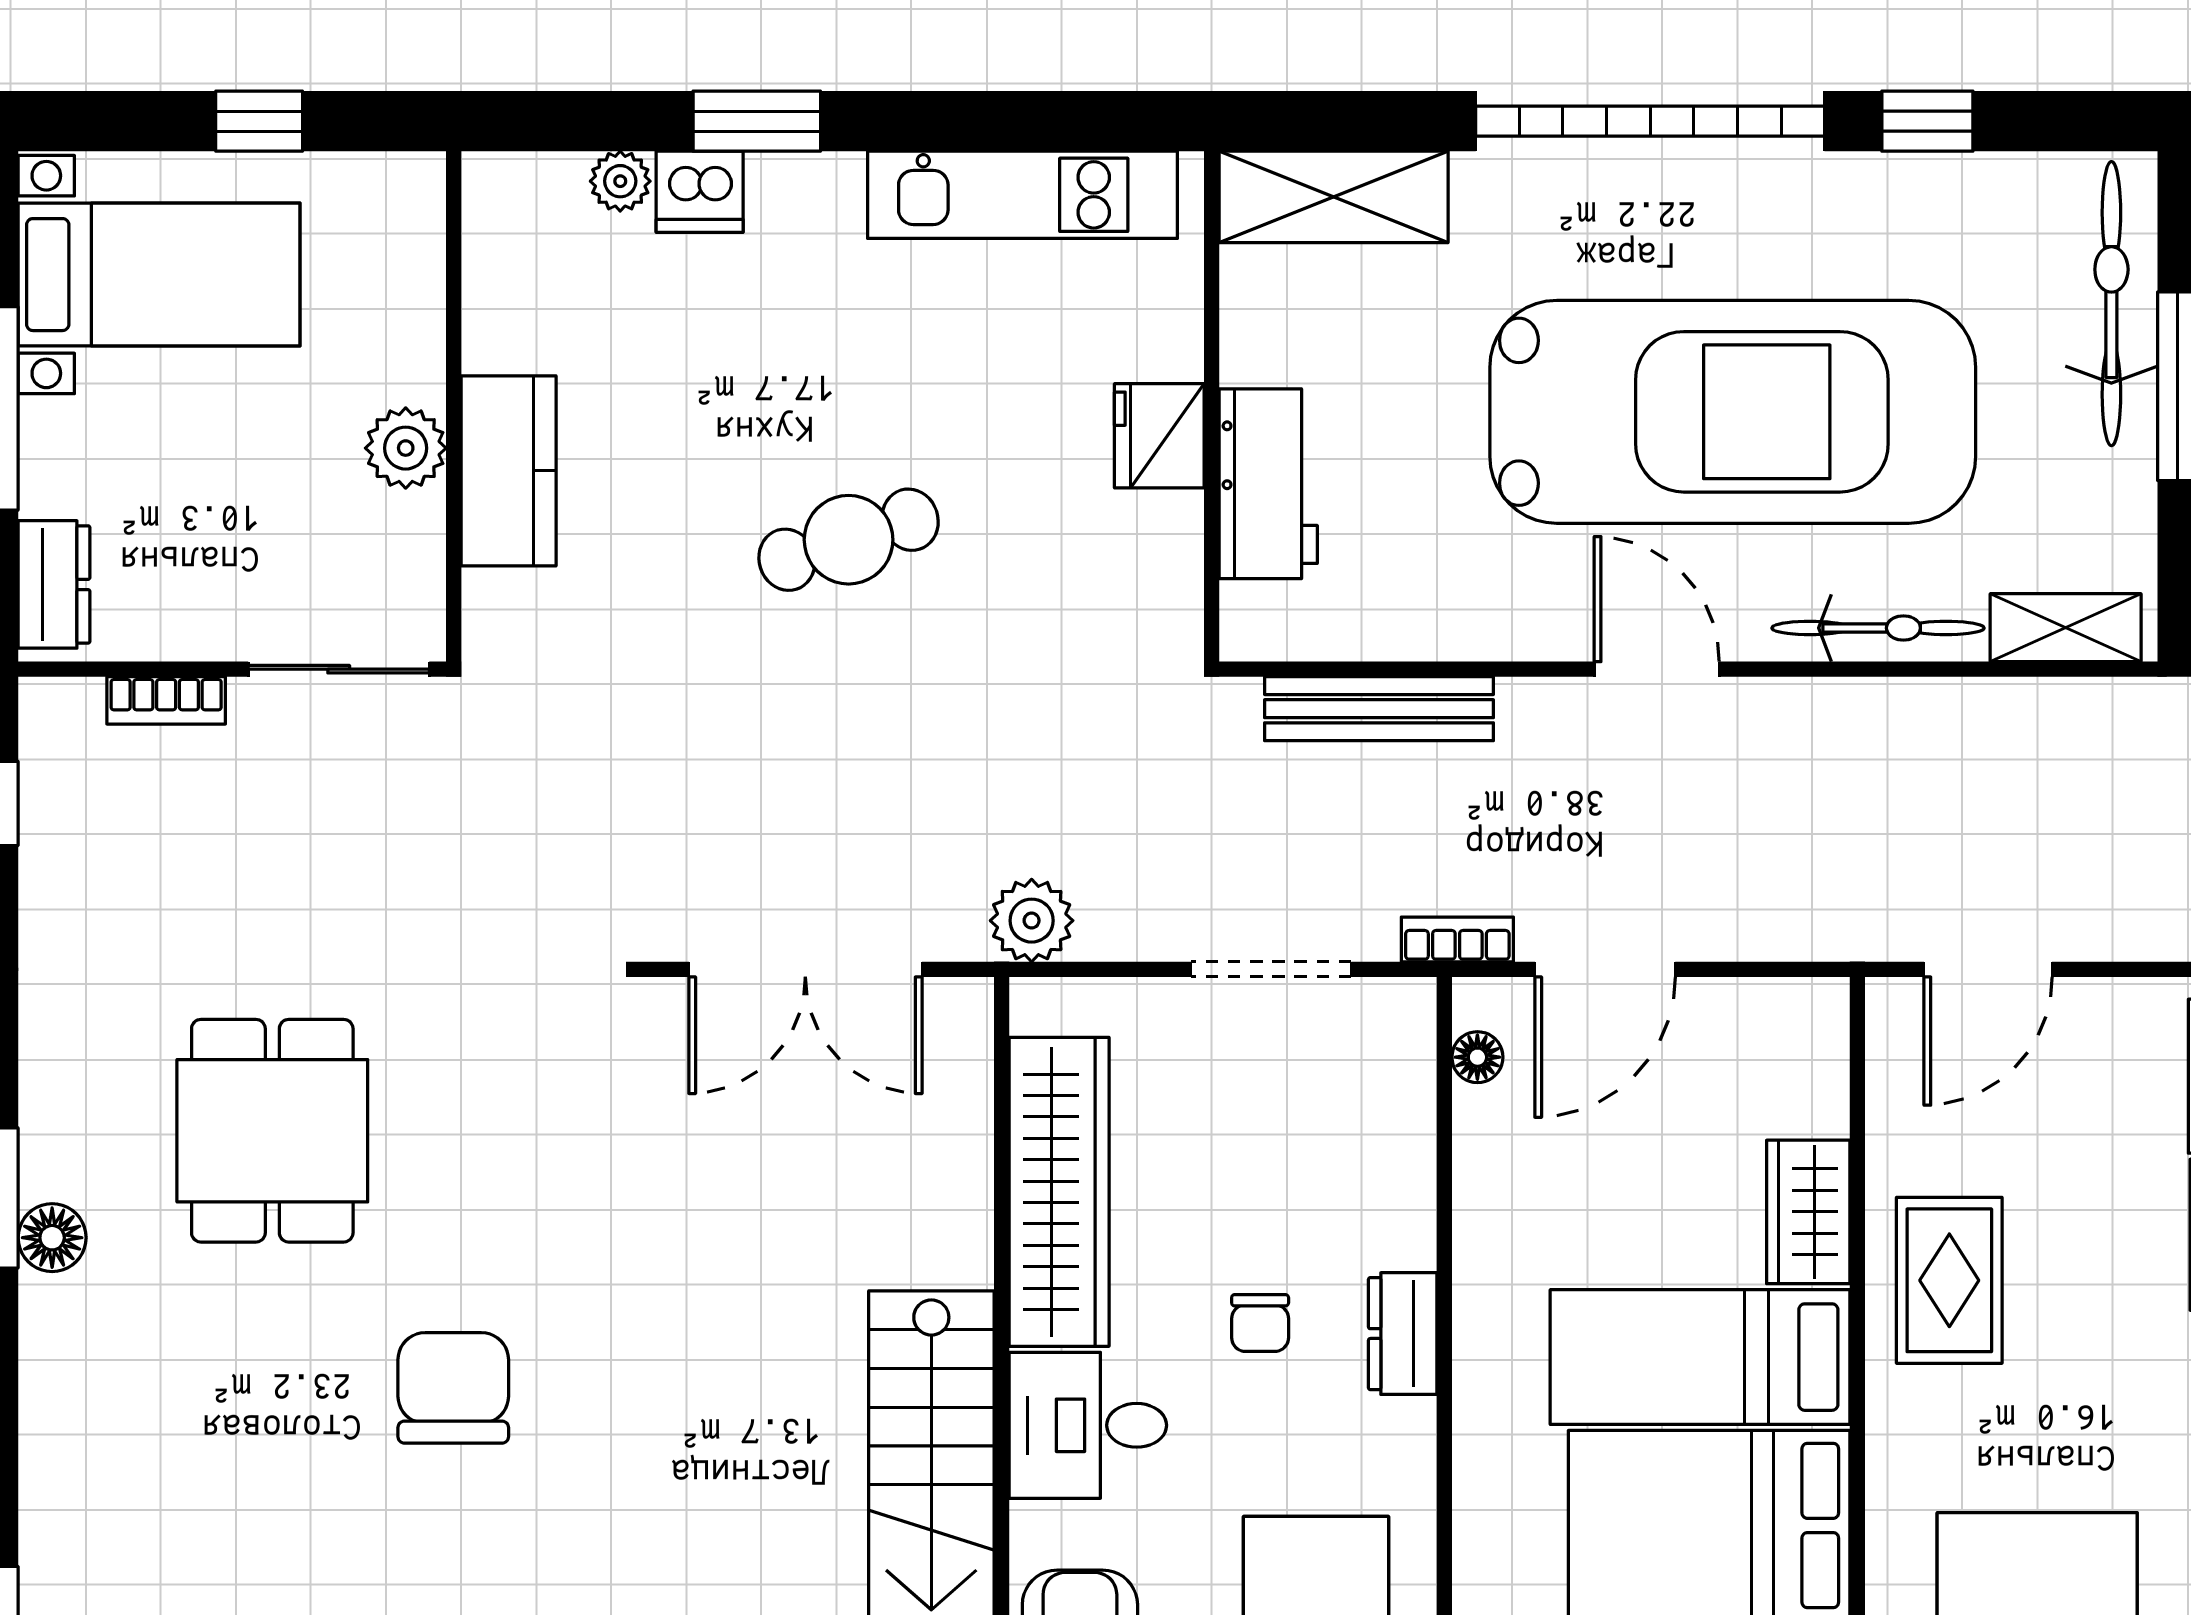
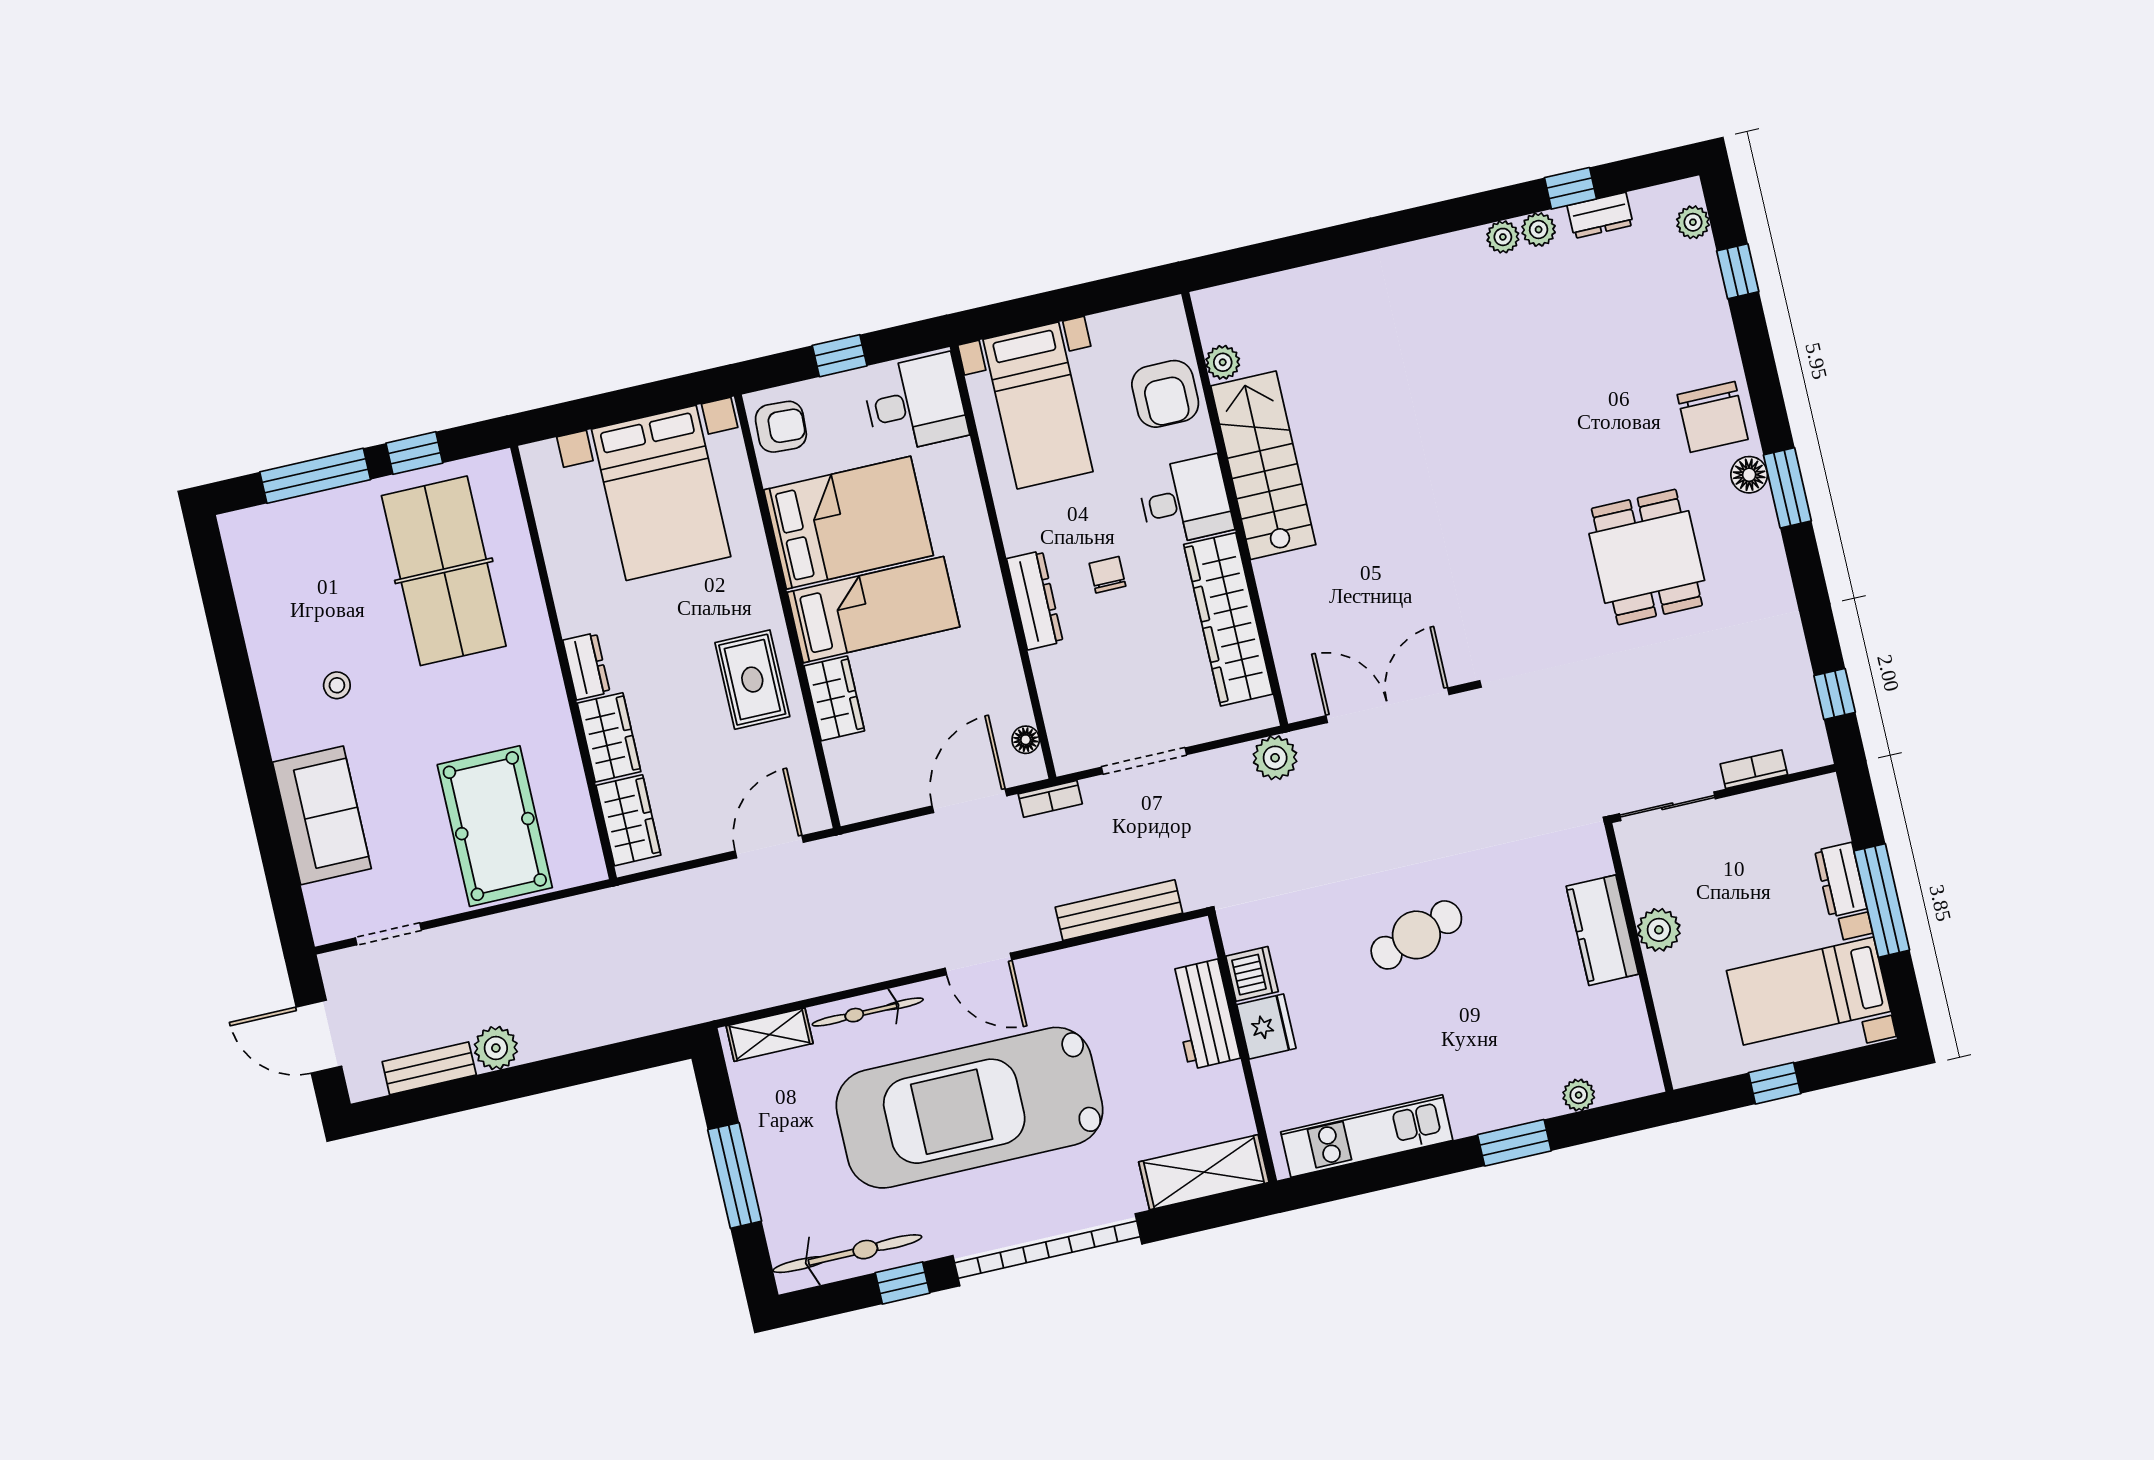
dishwasher: (700, 192) -> (1252, 974), moved, turned 90
bicycle: (2111, 304) -> (847, 1254), moved, turned -90
dresser: (54, 584) -> (1841, 880), moved
dresser: (1403, 1334) -> (1035, 600), width x1.44
chair: (453, 1388) -> (1713, 417), moved

